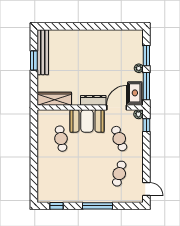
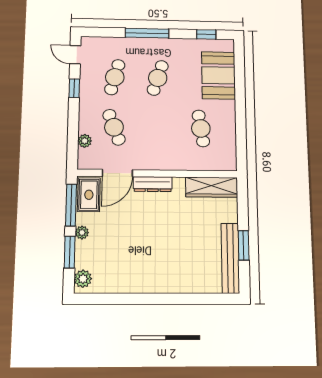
plant: (137, 39) -> (83, 279), added
plant: (138, 114) -> (85, 141), moved
booth: (87, 121) -> (218, 75), moved, turned 90
window: (146, 125) -> (74, 88), moved
cafe table: (90, 174) -> (158, 78), added

